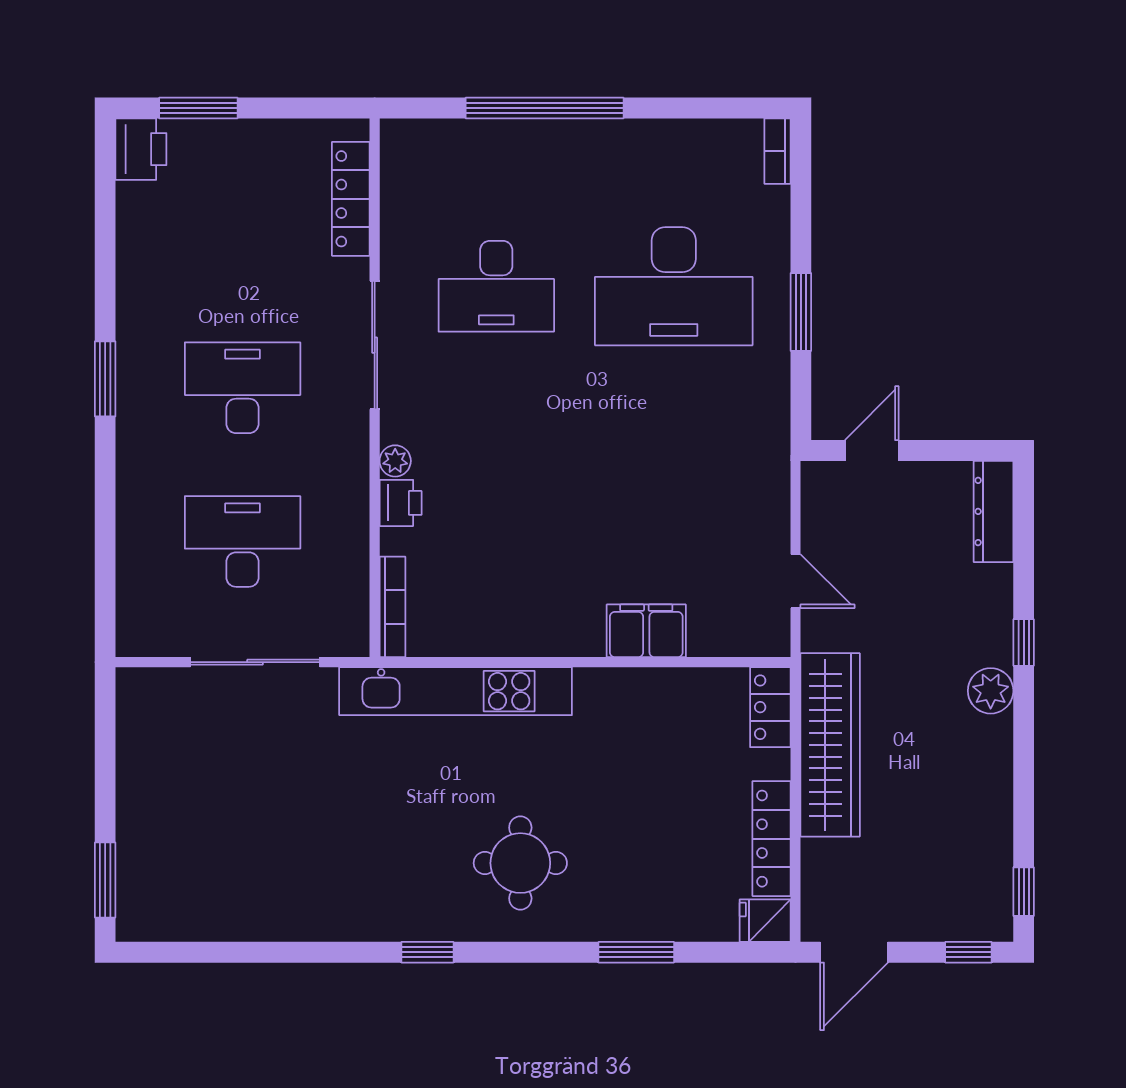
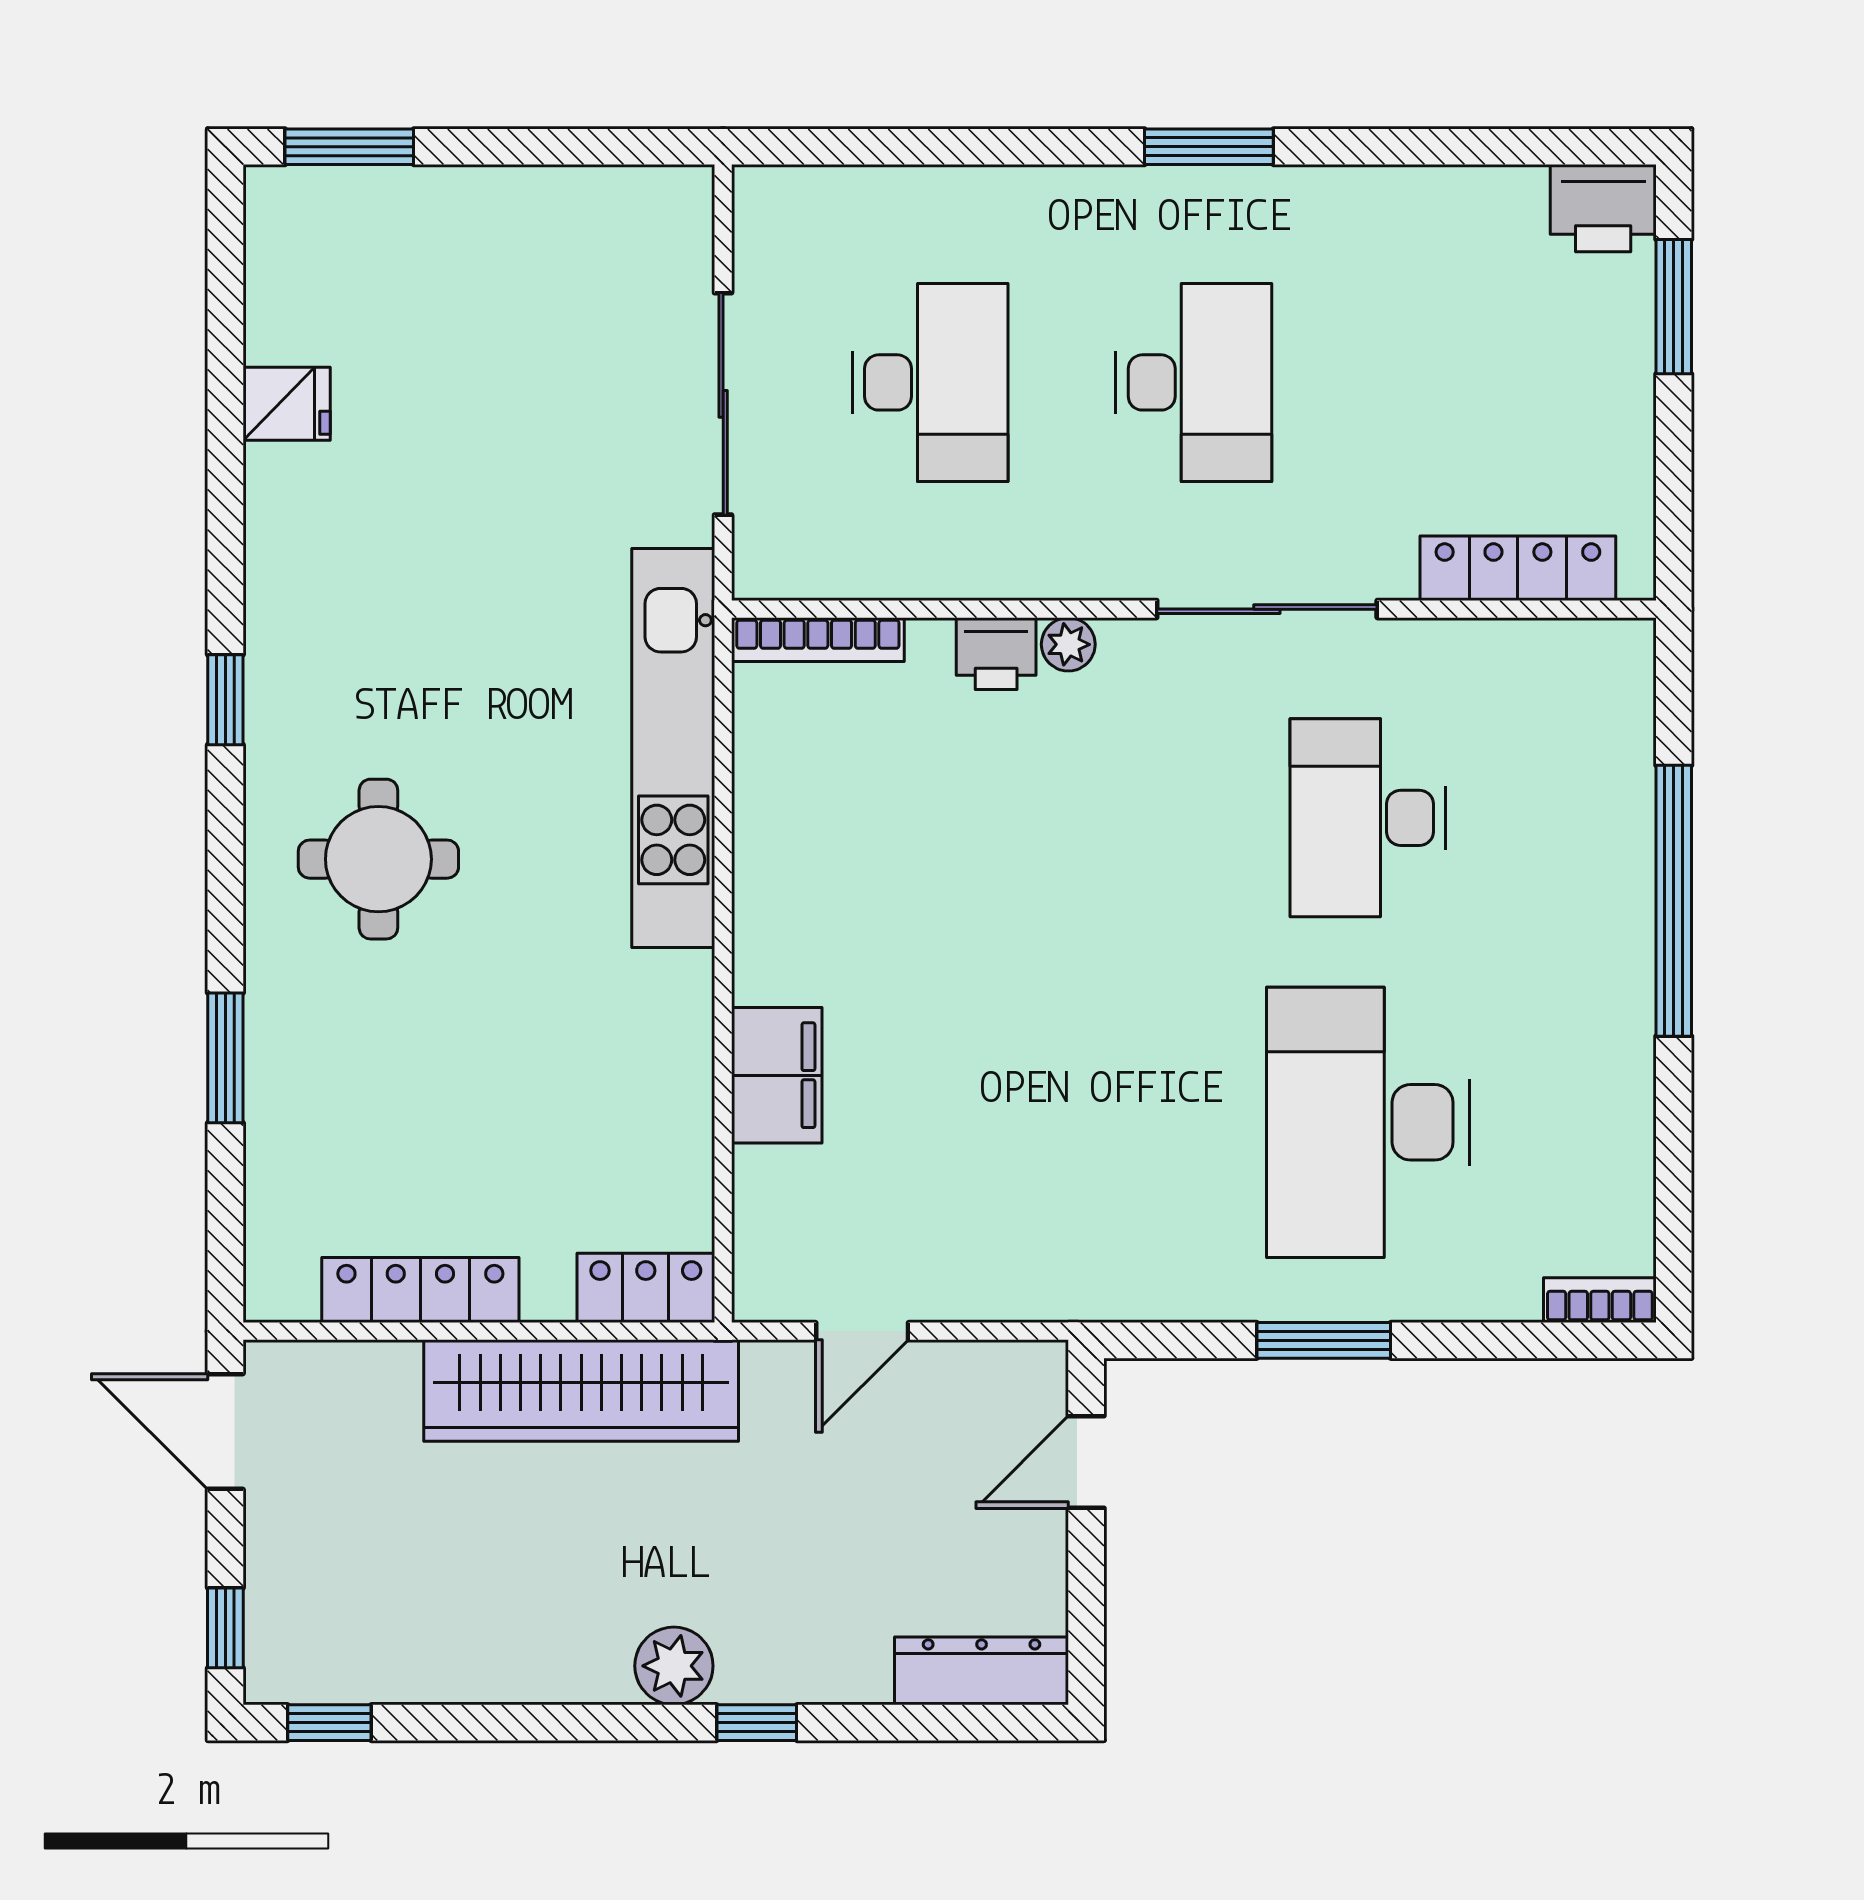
door: (872, 450) -> (1086, 1462), swing flipped
fridge: (765, 921) -> (287, 404), moved, turned 90

